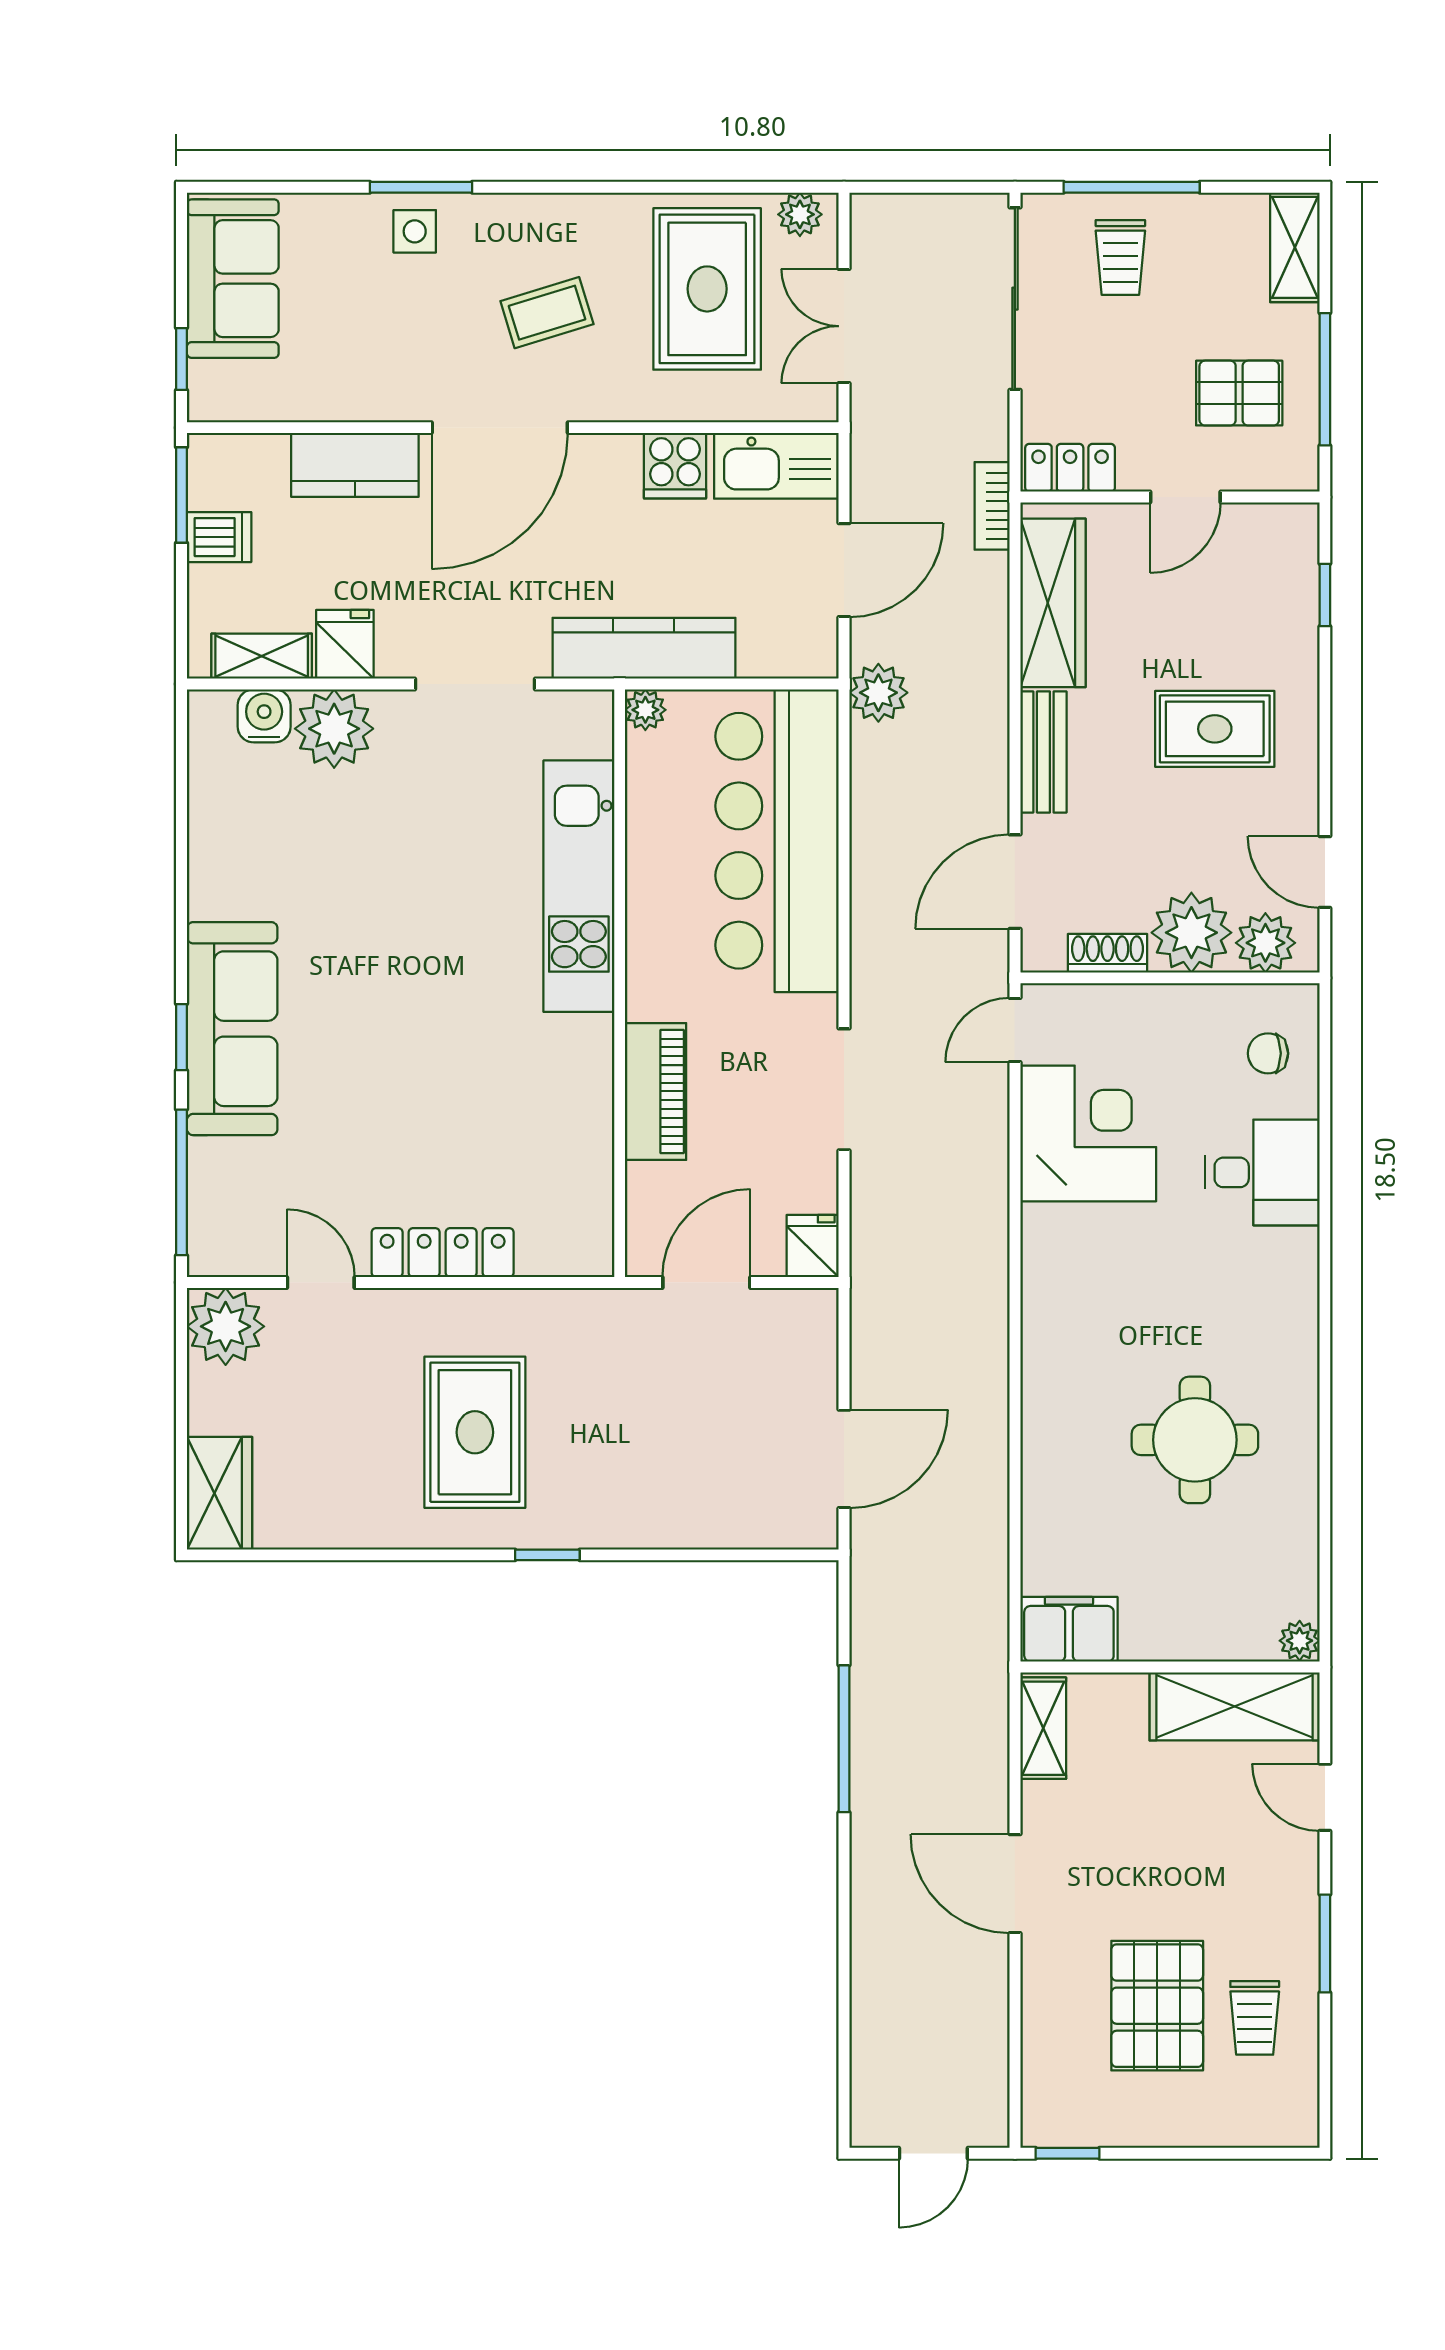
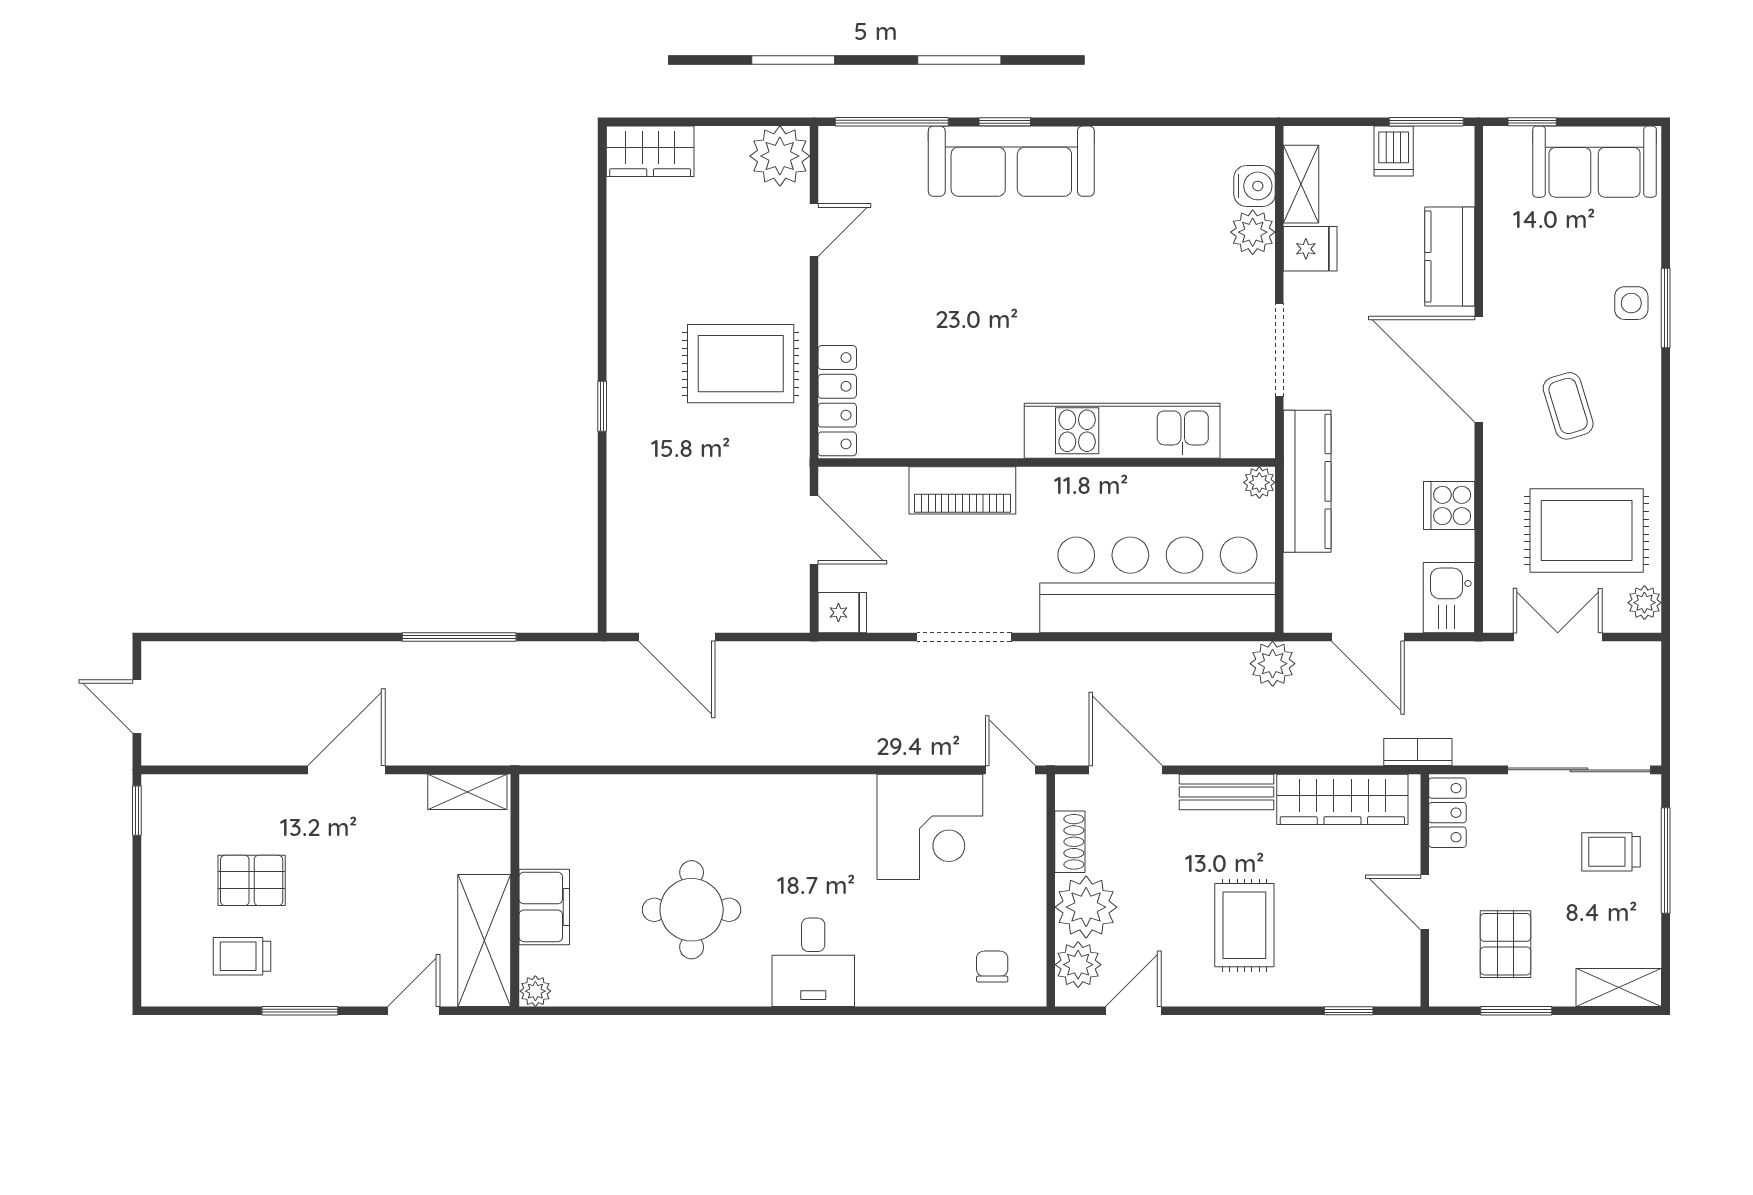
window: (1325, 379) -> (1516, 1011), width x0.69
kitchen sink: (776, 466) -> (1449, 598), width x0.73
plant: (334, 729) -> (1253, 232), width x0.73, depth x0.73
desk: (1262, 1172) -> (813, 962), moved
locker: (443, 1253) -> (837, 401), moved
rug: (475, 1432) -> (741, 364), moved
filing cabinet: (1069, 1629) -> (544, 907), moved
pallet: (1157, 2006) -> (252, 880), width x0.67, depth x0.71

